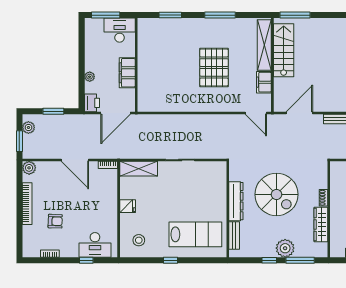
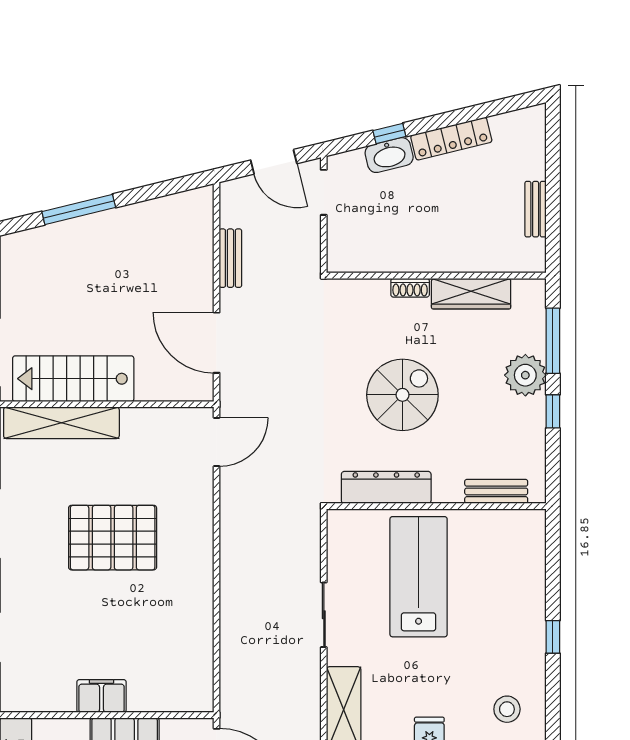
filing cabinet: (264, 82) -> (101, 696), moved, turned 180
spiral stairs: (276, 194) -> (402, 395), width x0.73, depth x0.73
dresser: (236, 201) -> (386, 487), moved
lab bench: (195, 234) -> (419, 577), moved

